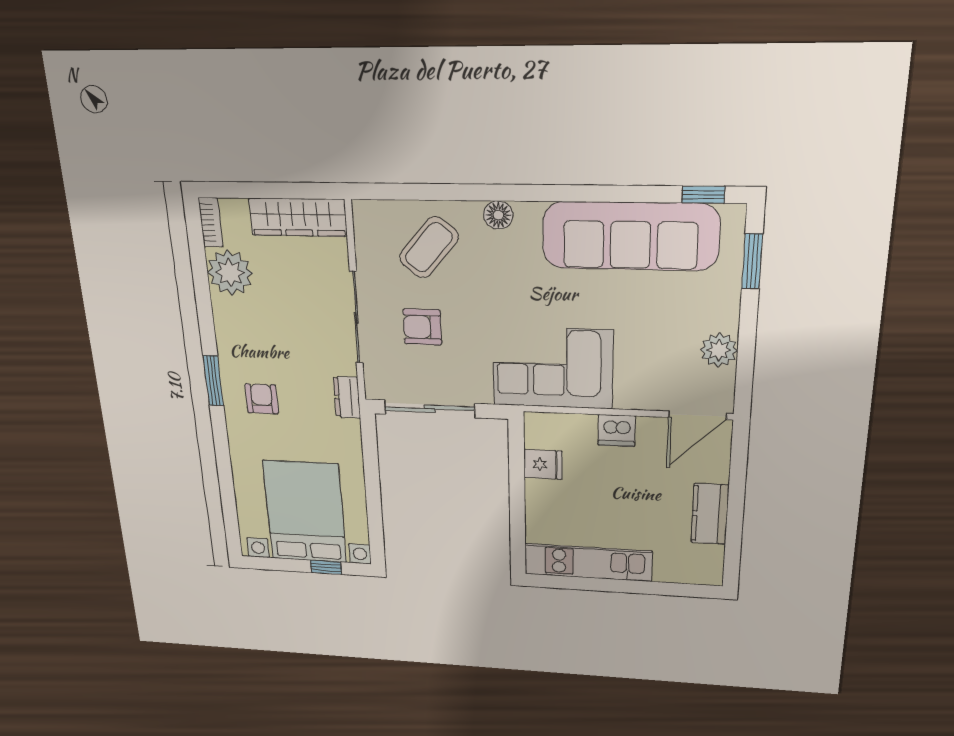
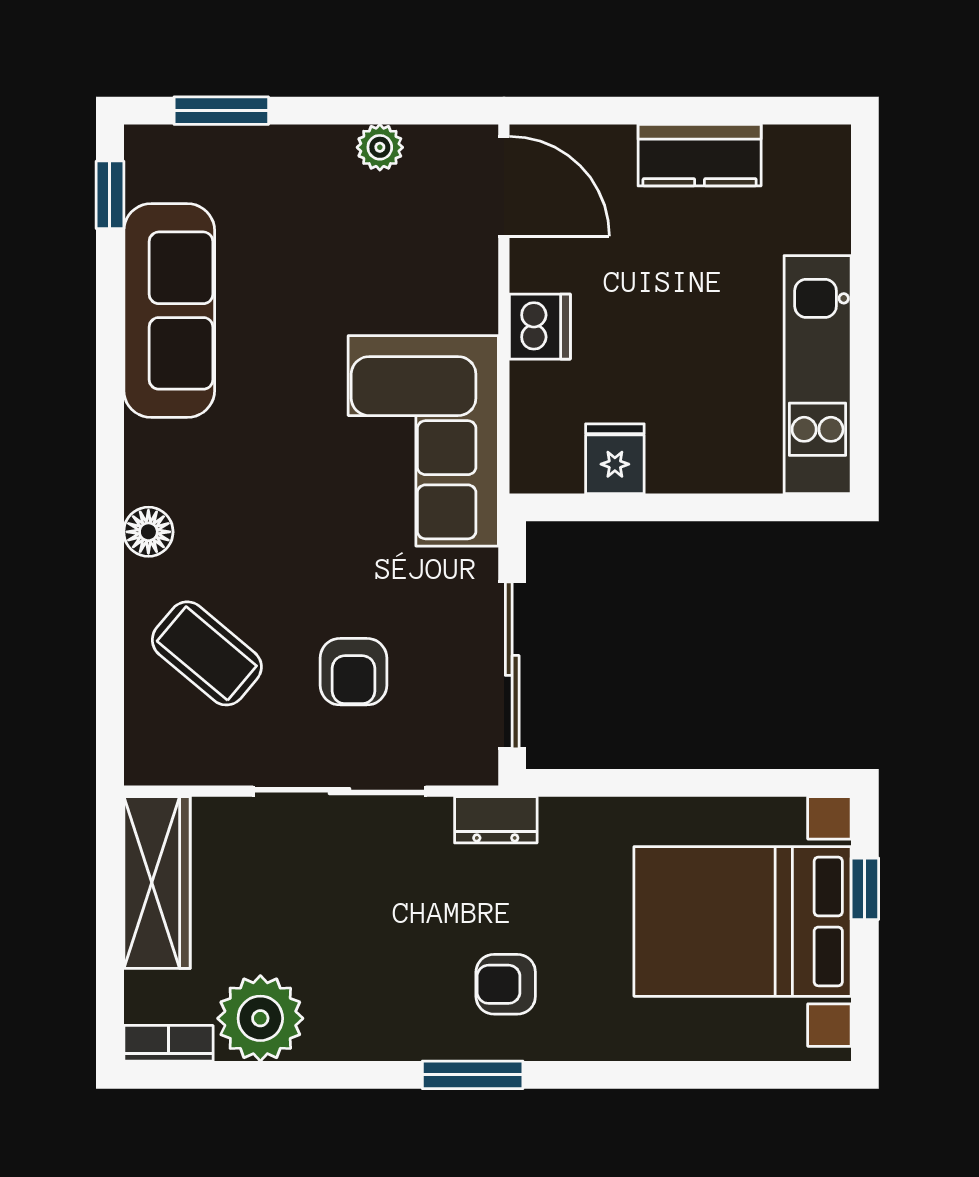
sofa: (630, 236) -> (169, 311), width x0.74, depth x0.79
plant: (719, 350) -> (380, 147), width x0.73, depth x0.73

